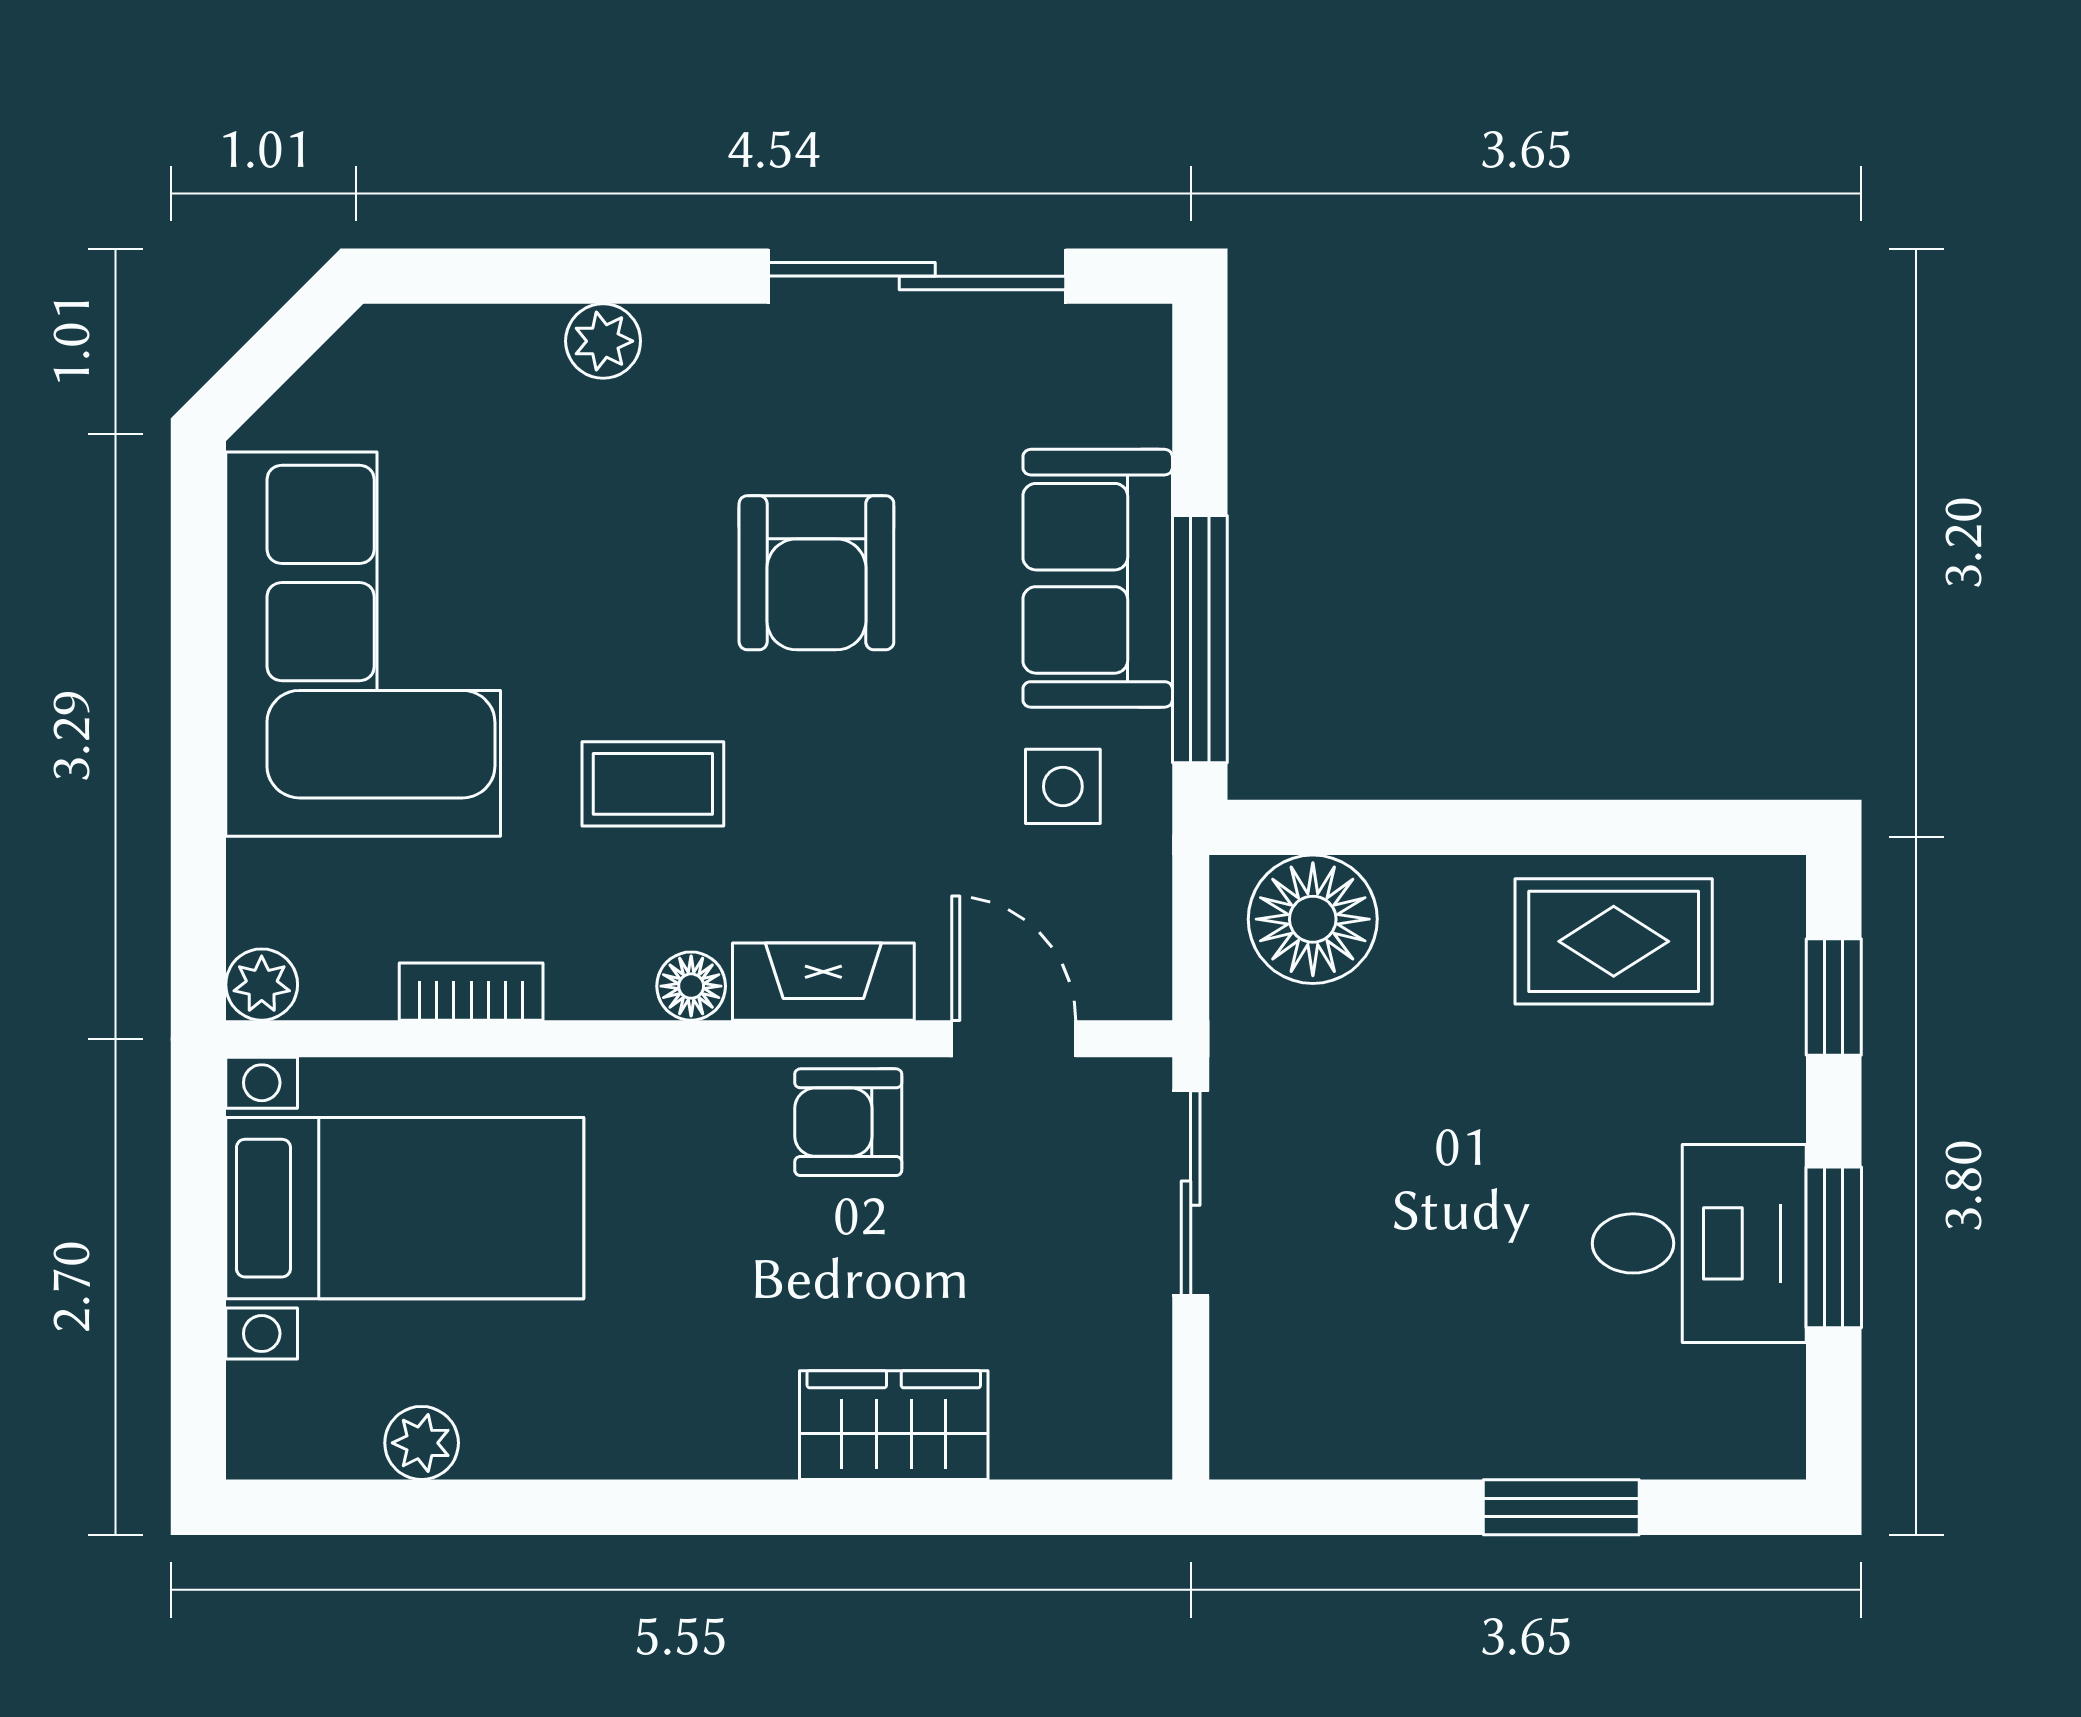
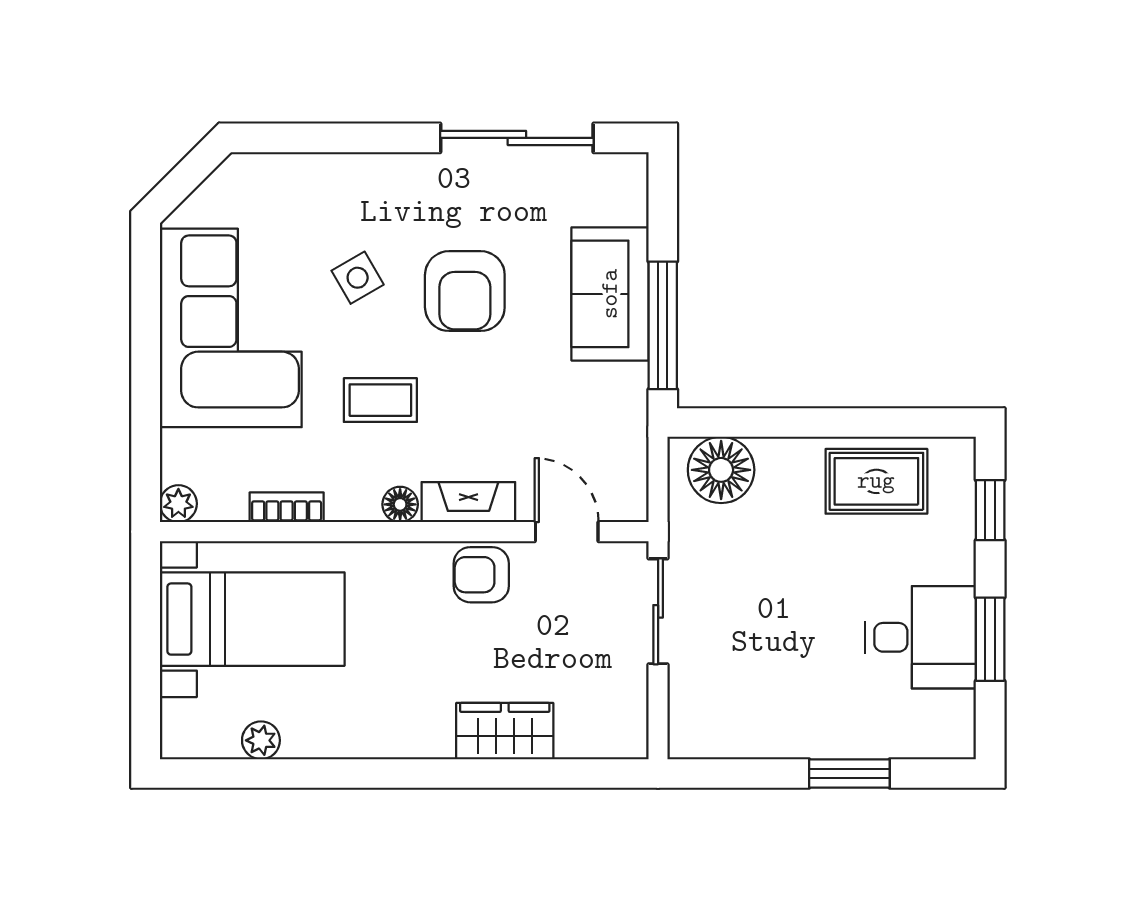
plant: (603, 341) -> (355, 171), removed
side table: (1063, 786) -> (358, 278), moved, turned -30

